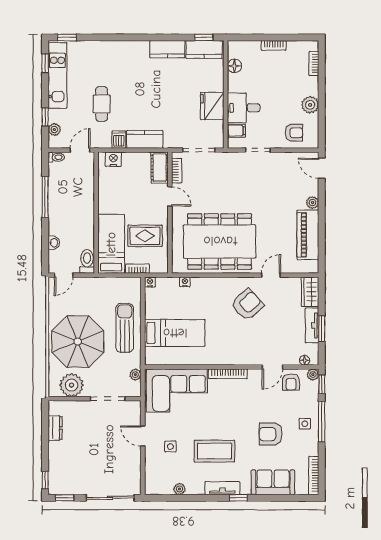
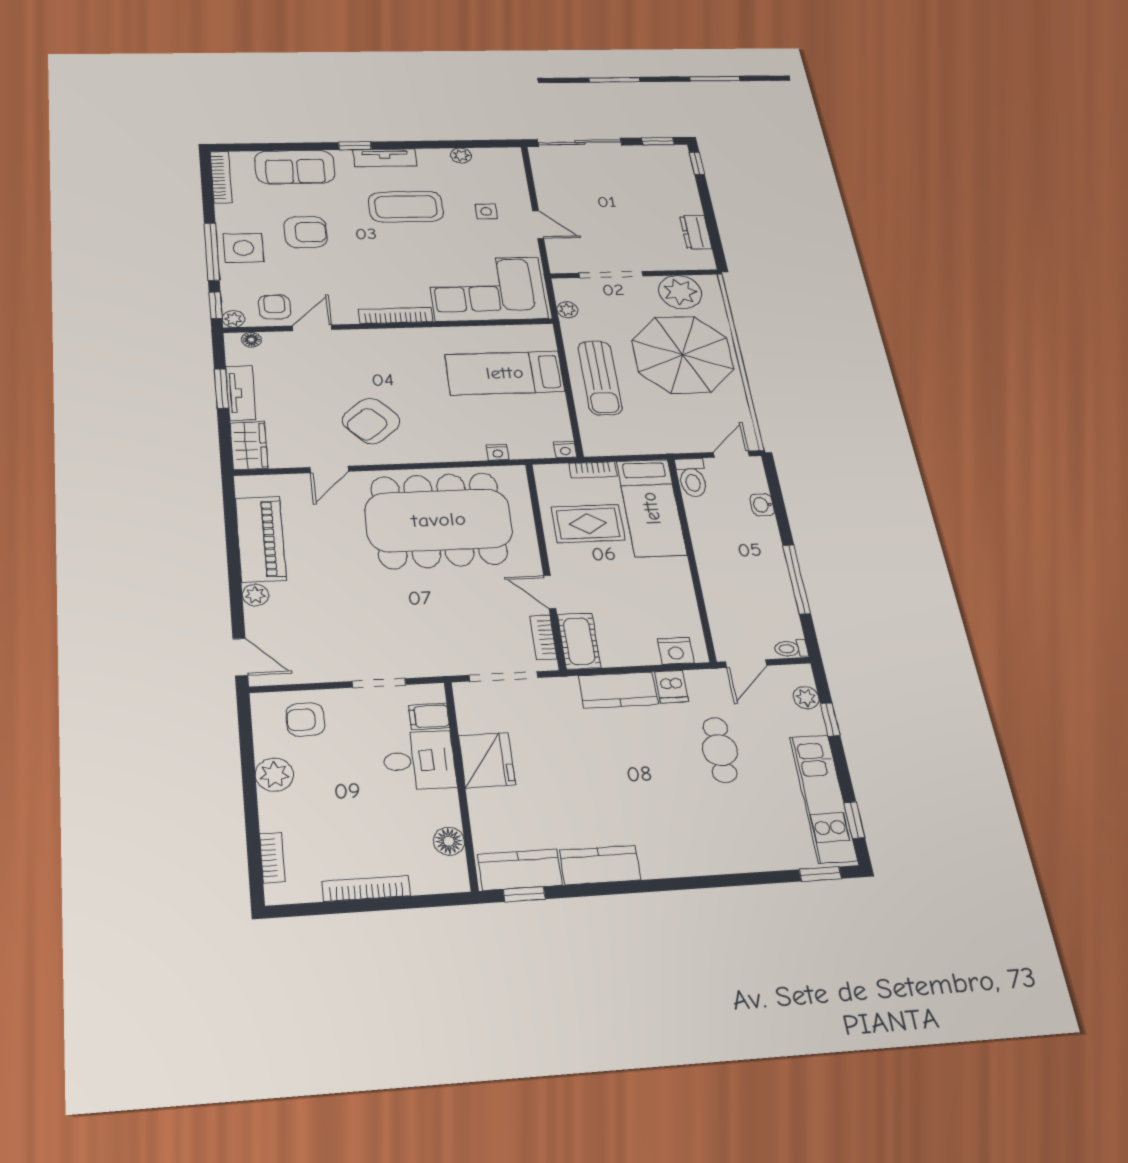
bookcase: (274, 45) -> (366, 889), width x1.56
side table: (305, 424) -> (243, 248), width x1.87, depth x1.87

